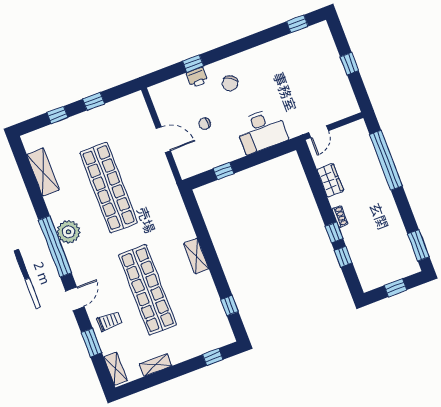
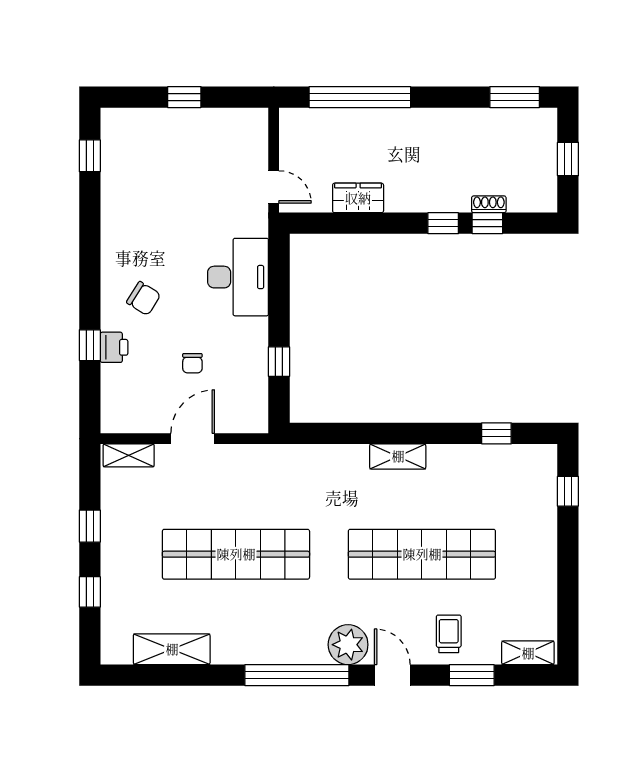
shoe rack: (340, 216) -> (489, 204), moved
plant: (69, 232) -> (348, 645), moved
shelving: (156, 365) -> (129, 455), moved, turned 90

